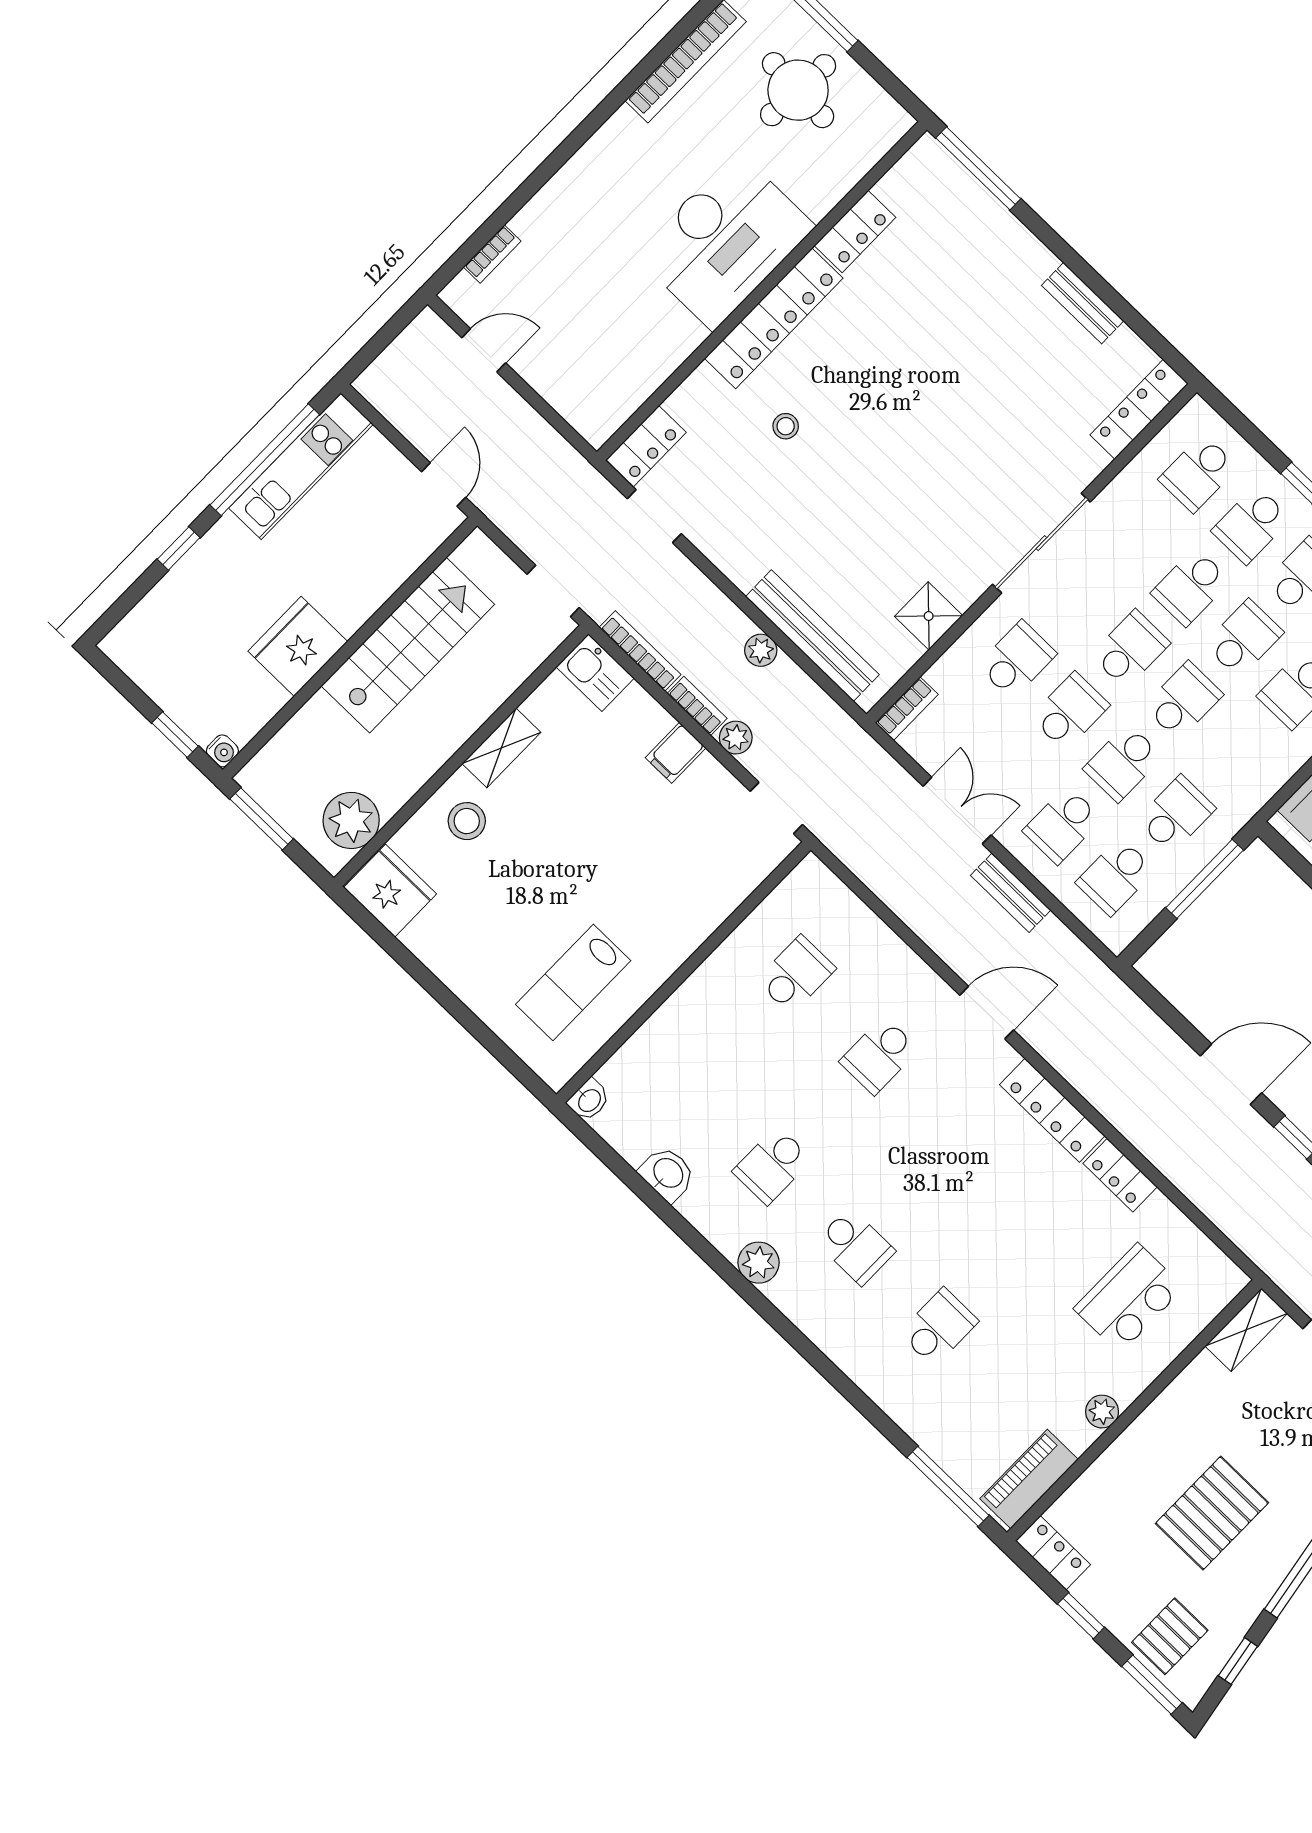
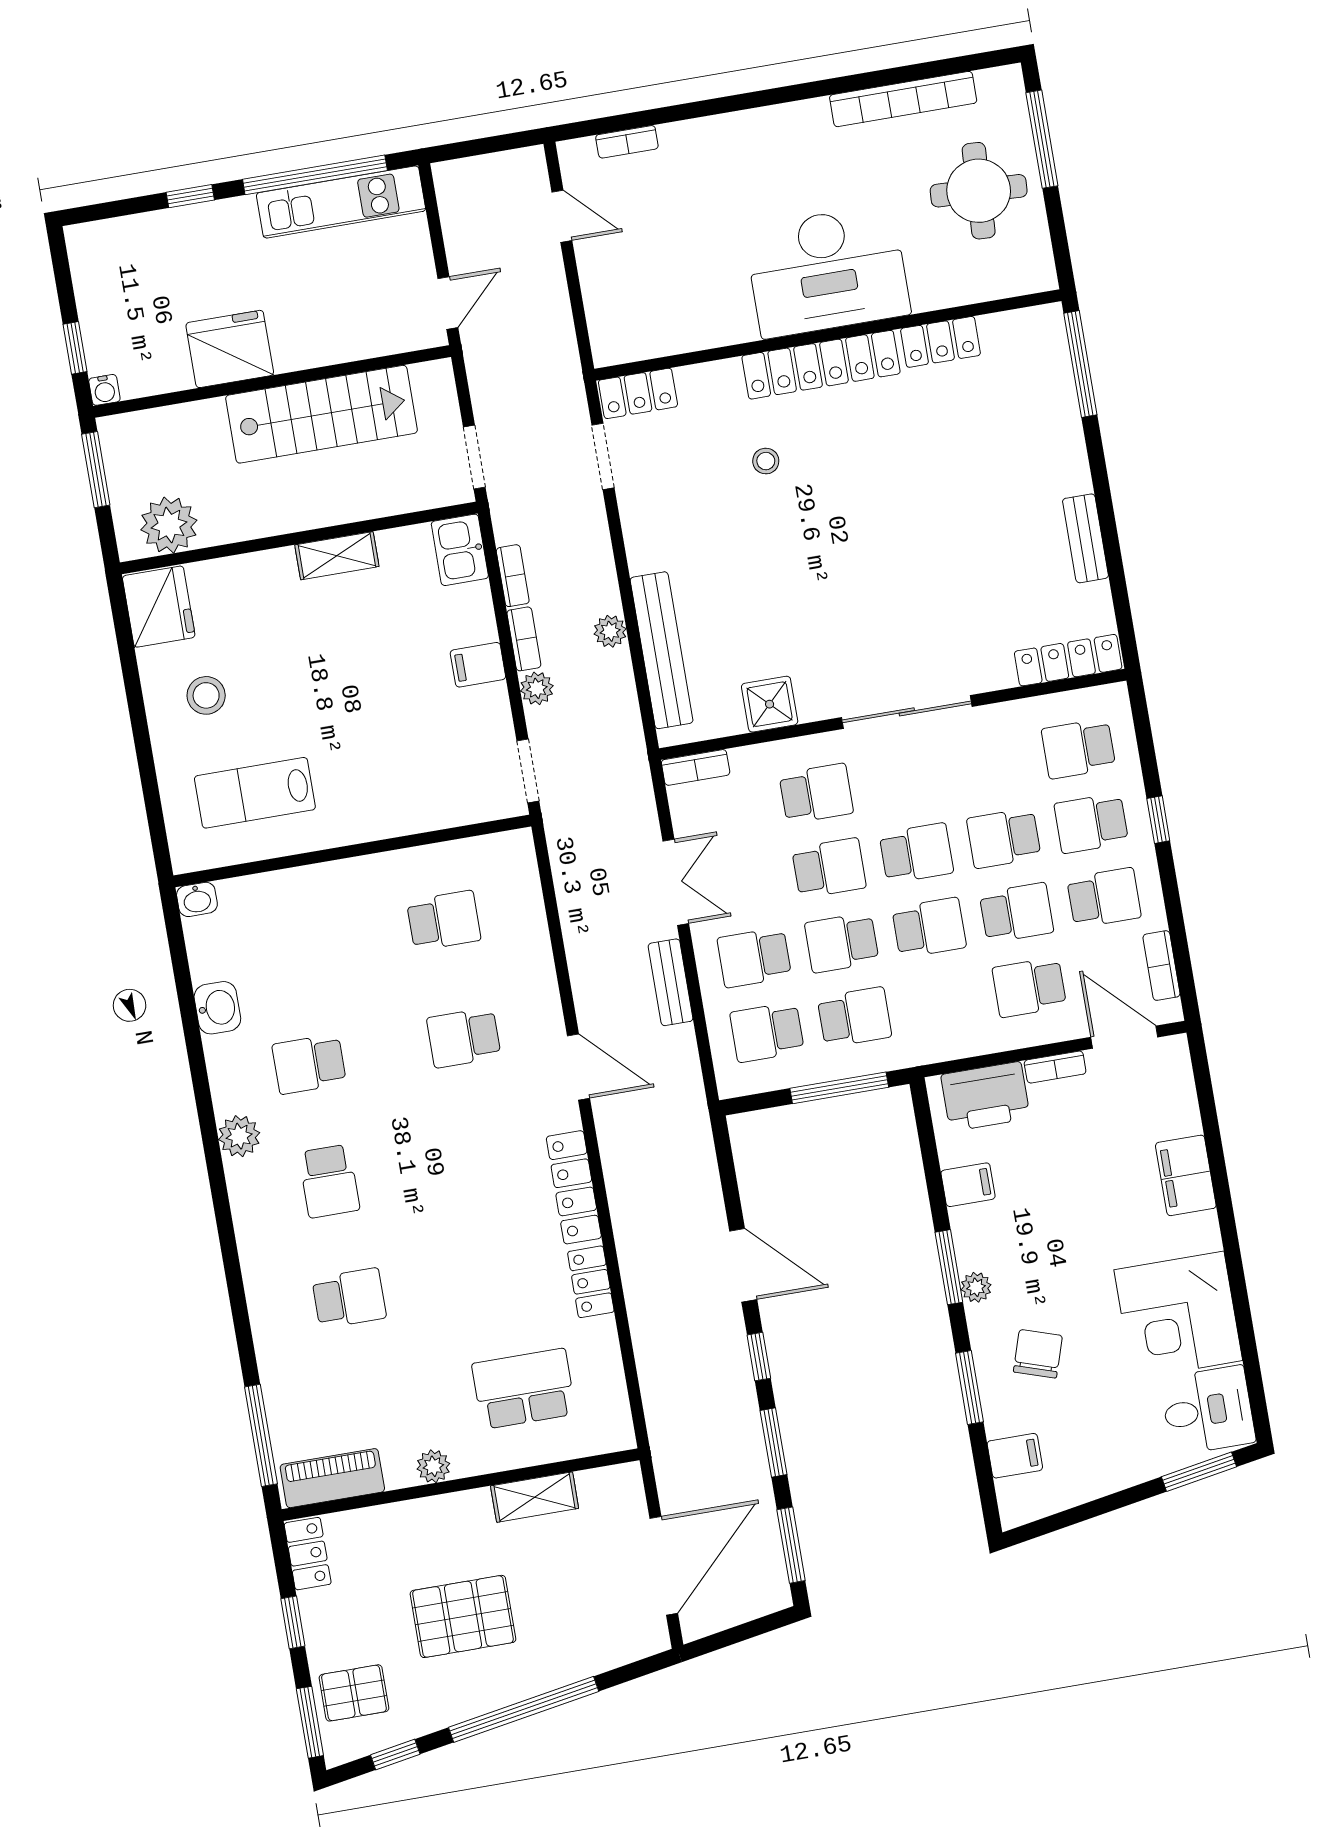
bookcase: (640, 651) -> (513, 576), width x0.64
stool: (467, 821) -> (206, 695), moved
shelving: (1246, 1330) -> (535, 1497), moved

